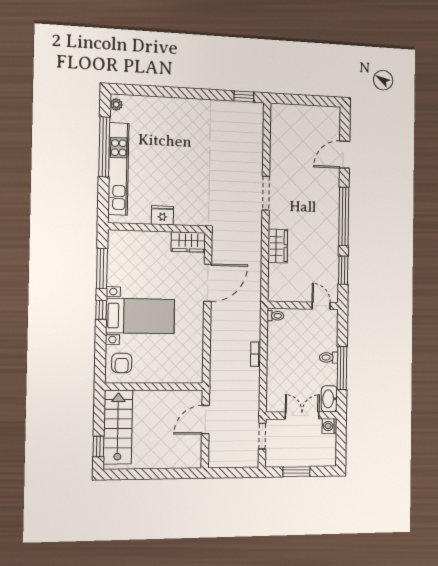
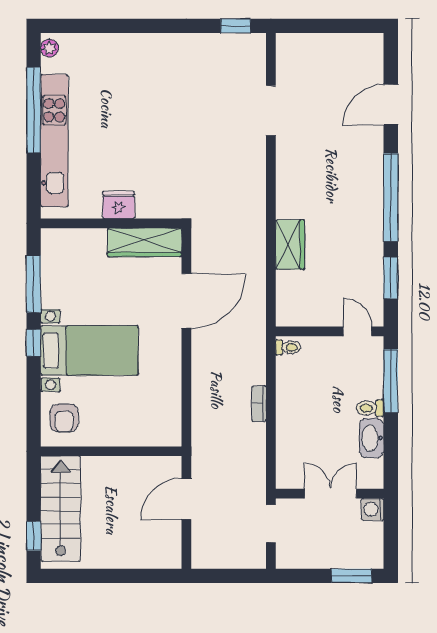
doorway: (266, 193) -> (271, 111), moved
wardrobe: (188, 242) -> (145, 242), width x1.50
window: (342, 368) -> (391, 381), moved
washbasin: (329, 399) -> (372, 438), moved
window: (296, 472) -> (351, 576), moved

